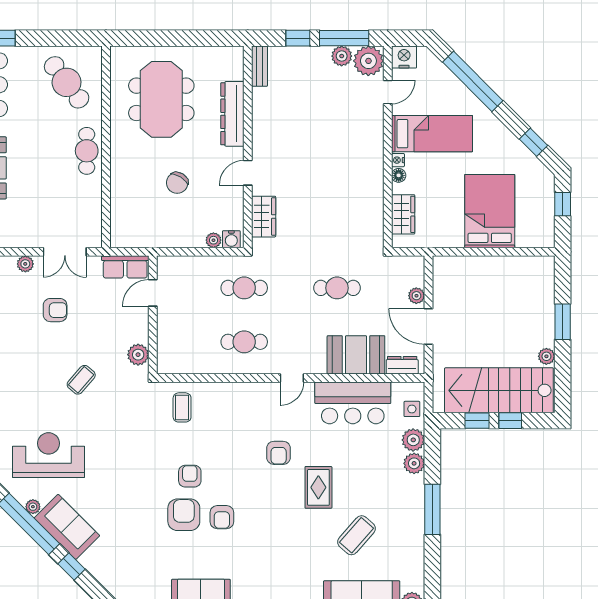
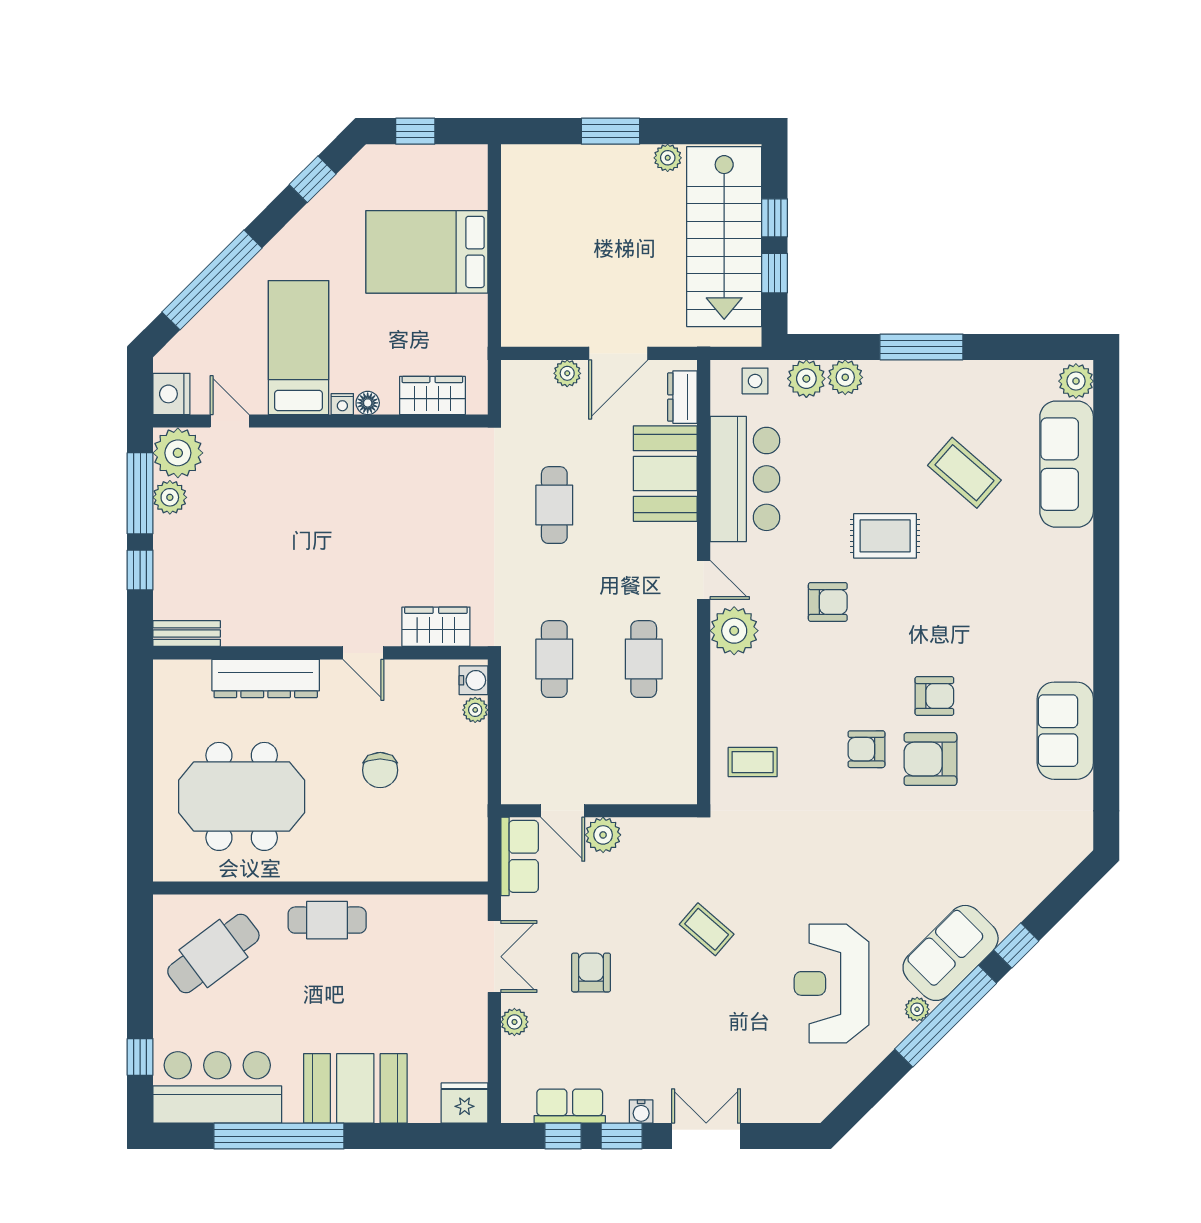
chair: (177, 183) -> (380, 770), turned 58
plant: (138, 355) -> (603, 835), moved
plant: (261, 396) -> (734, 631), added

